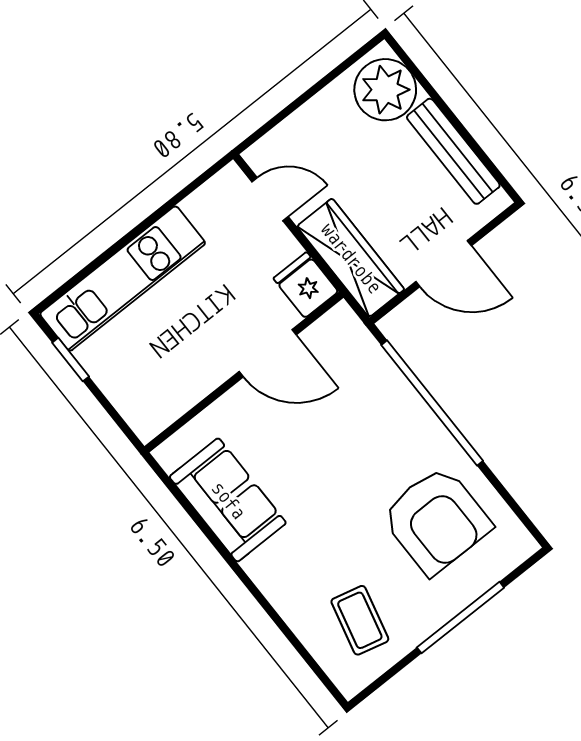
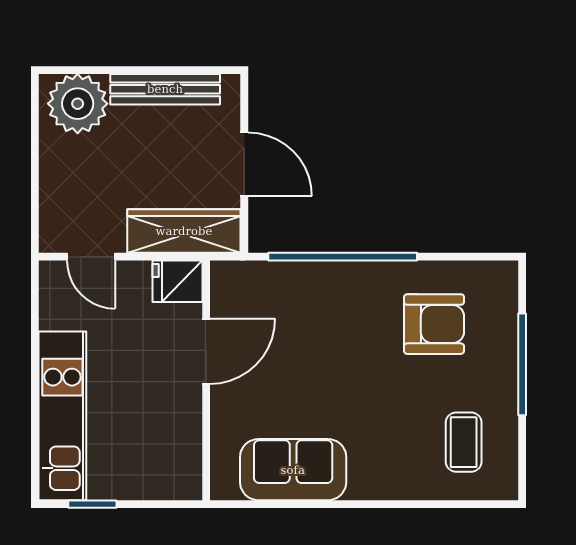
door: (270, 199) -> (91, 257), swing flipped
door: (444, 264) -> (244, 164), hinge flipped
armchair: (436, 520) -> (434, 324), width x0.73, depth x0.73
coffee table: (360, 620) -> (464, 442), turned 76

